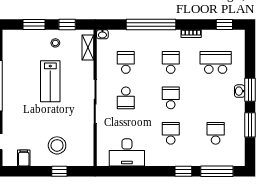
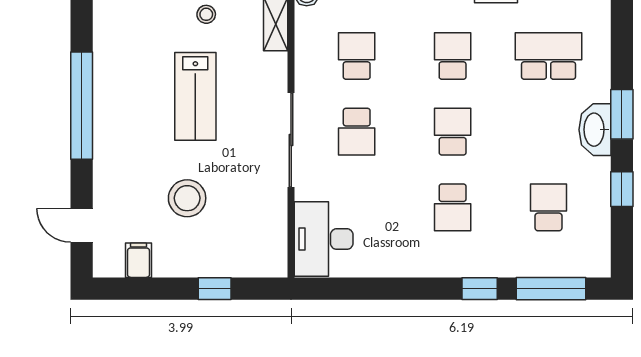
washbasin: (240, 91) -> (595, 130), width x1.91, depth x1.45
window: (250, 125) -> (622, 189), width x0.67
school desk: (171, 133) -> (453, 207), turned 180
stool: (57, 145) -> (187, 198), moved
desk: (127, 152) -> (324, 239), moved, turned 90

